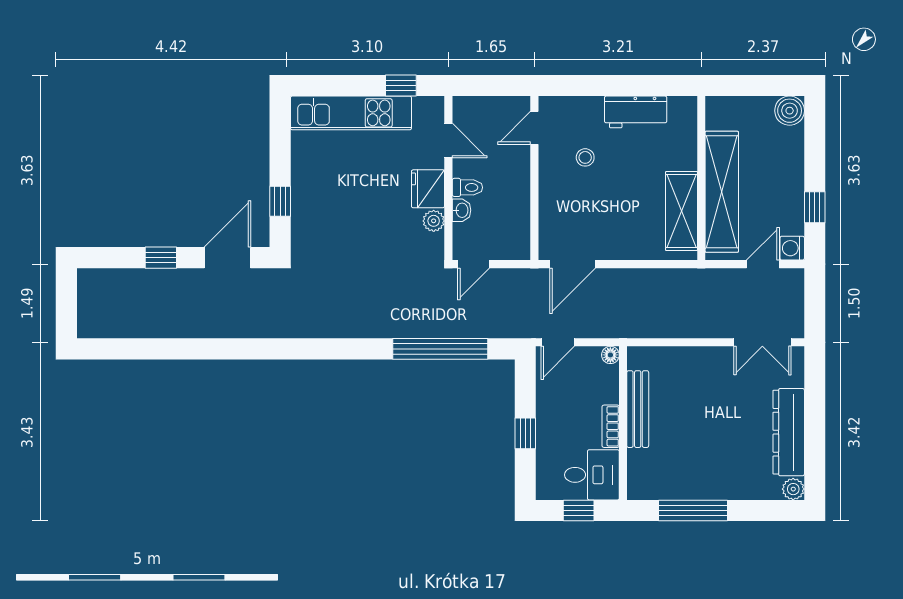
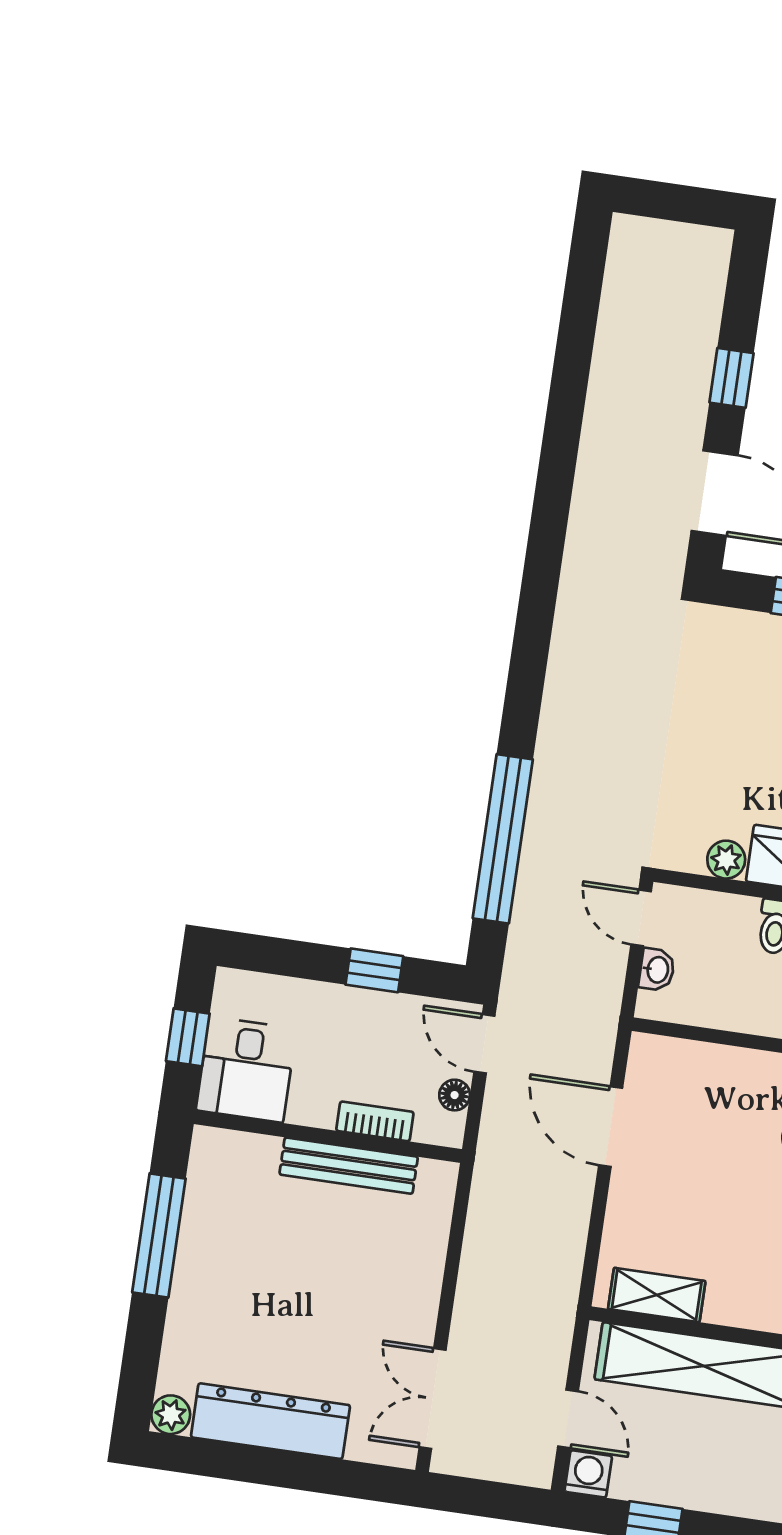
washbasin: (462, 210) -> (657, 970), moved, turned -90
shelving: (682, 211) -> (657, 1295), width x0.67, depth x0.75
door: (573, 264) -> (611, 1127), moved
floor lamp: (610, 355) -> (455, 1095), moved
bookcase: (611, 426) -> (375, 1121), moved
window: (525, 433) -> (374, 970), moved

